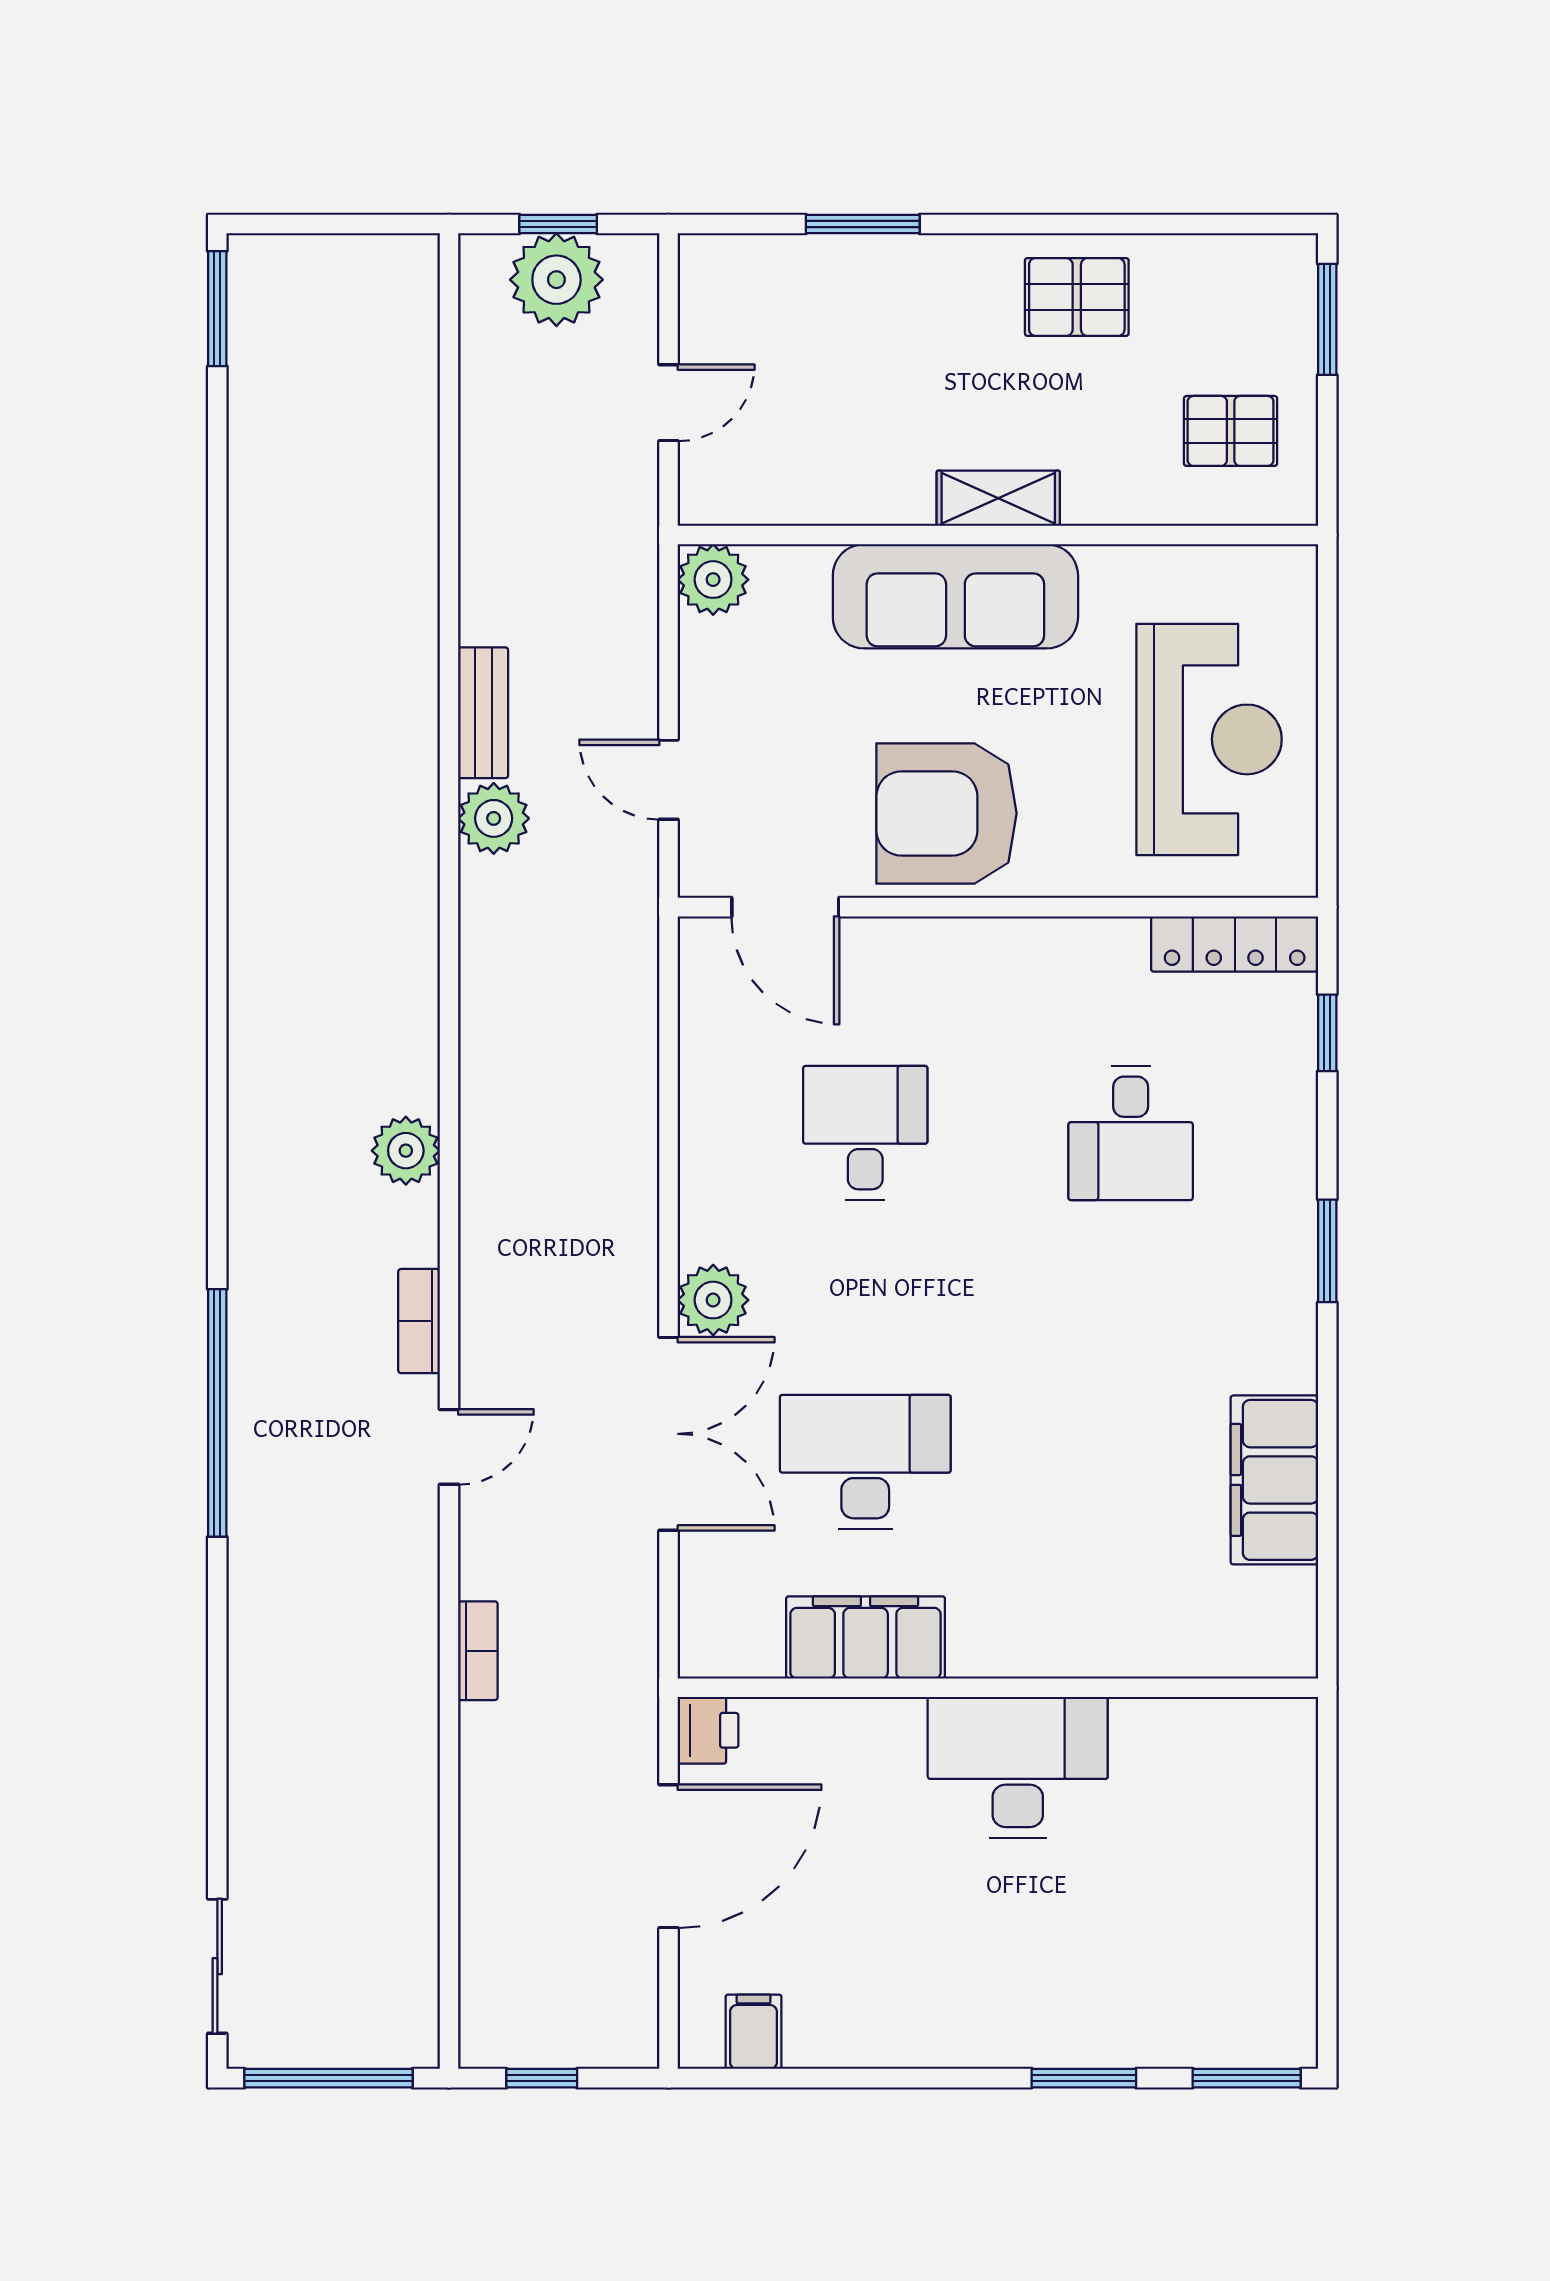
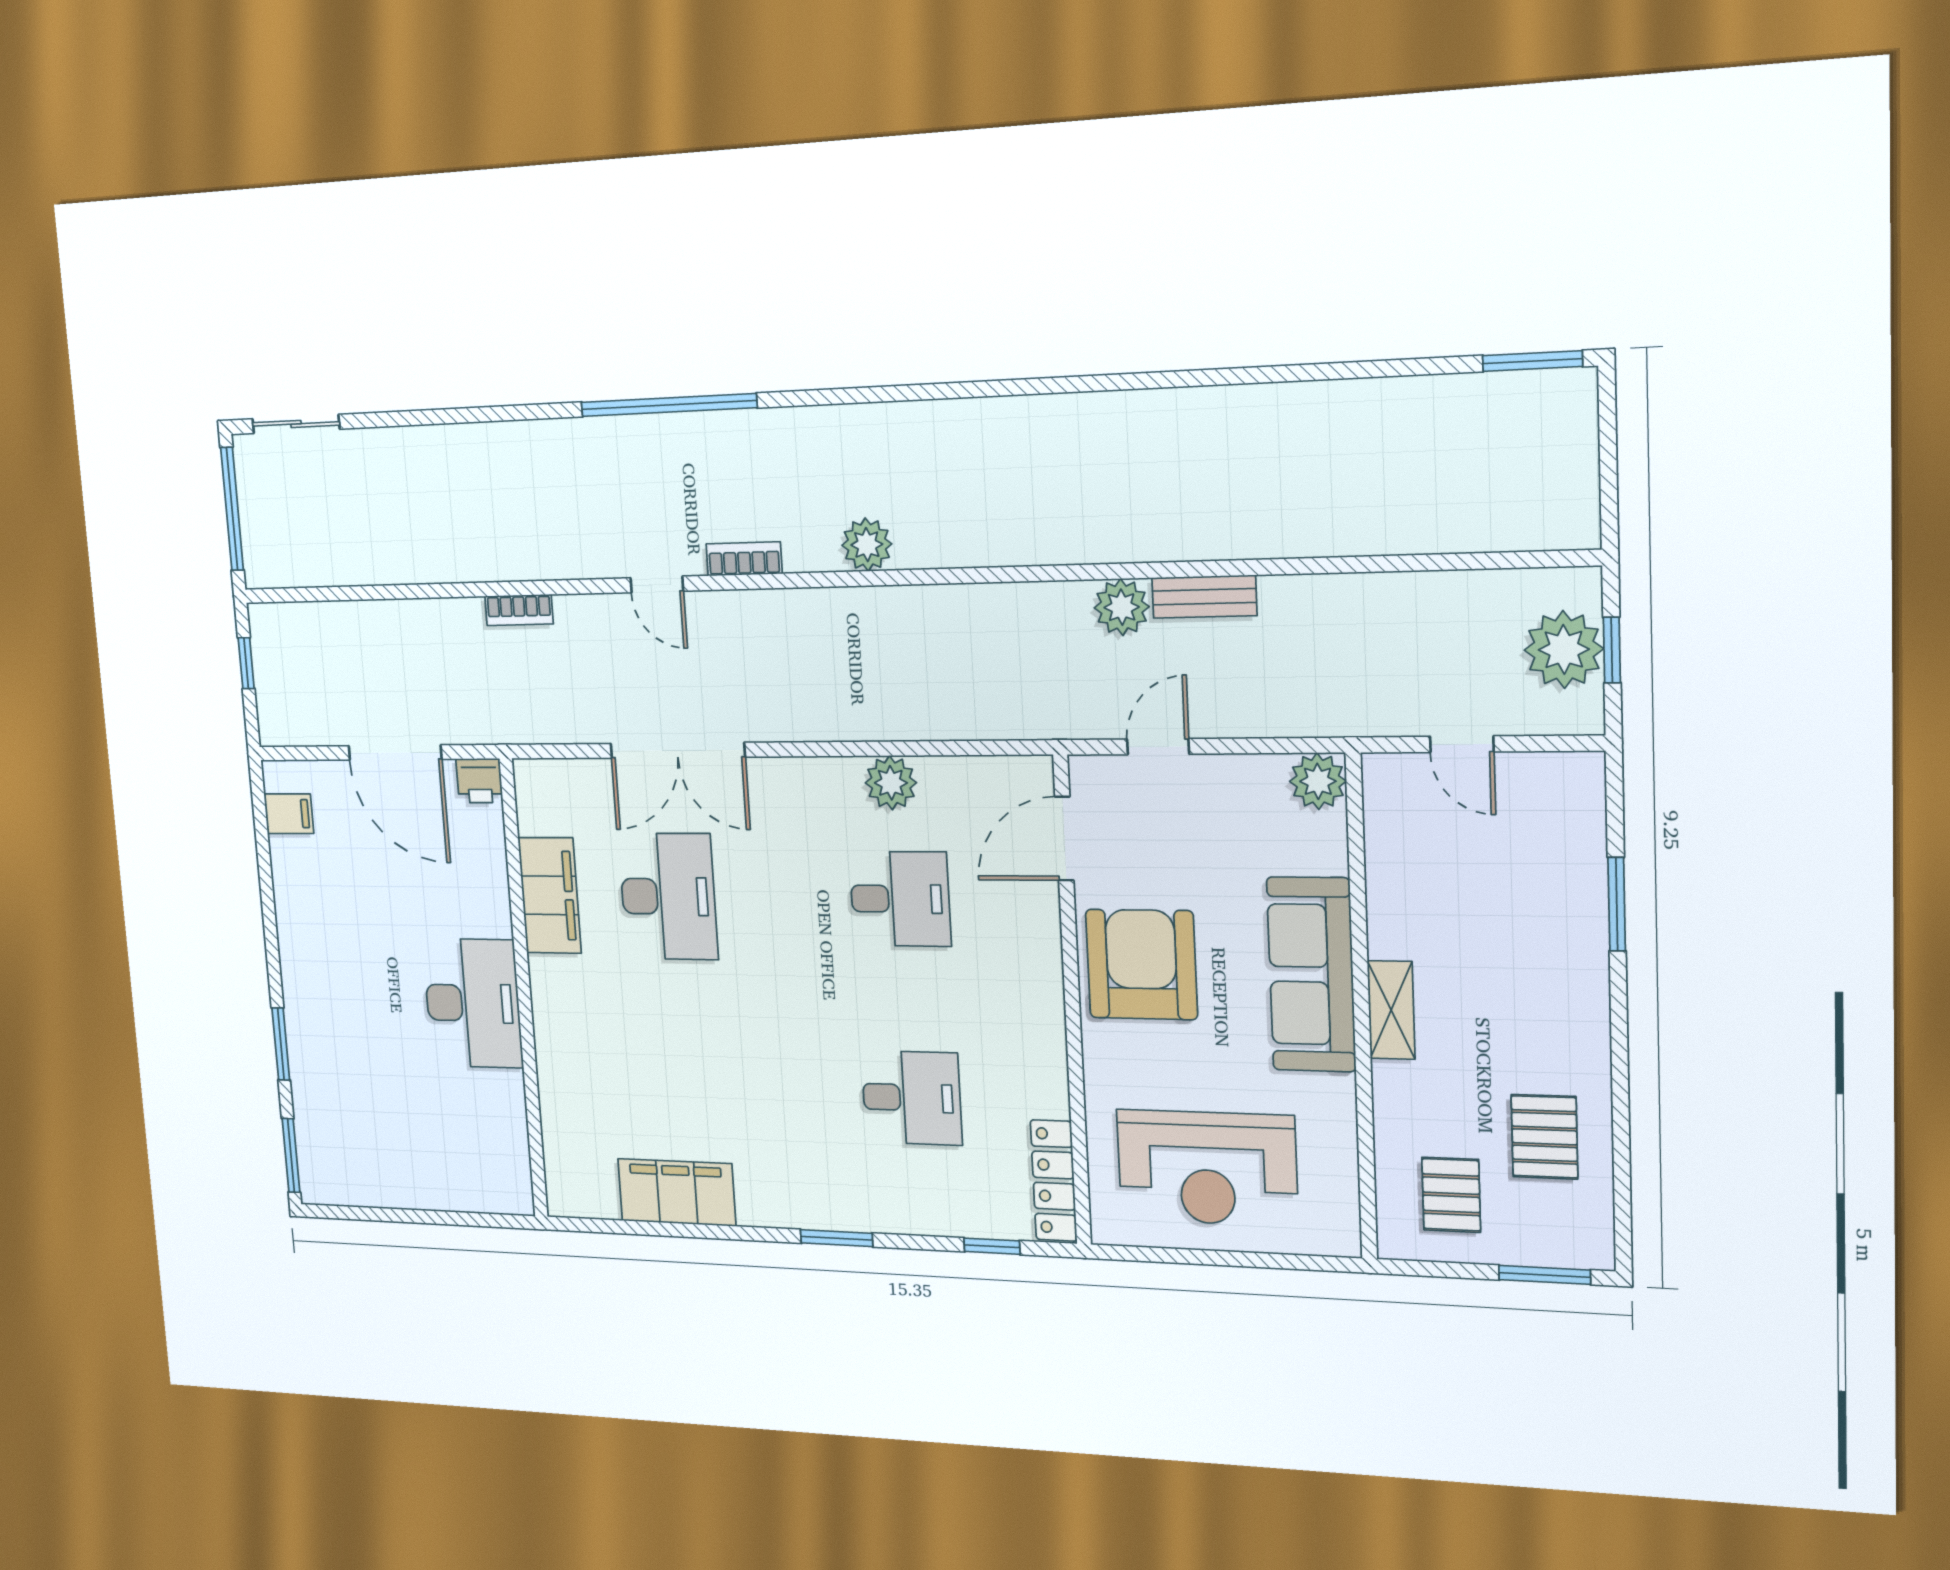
pallet: (1077, 297) -> (1544, 1137), moved
desk: (1131, 1133) -> (912, 1098), turned 180
plant: (713, 1300) -> (891, 783), moved

